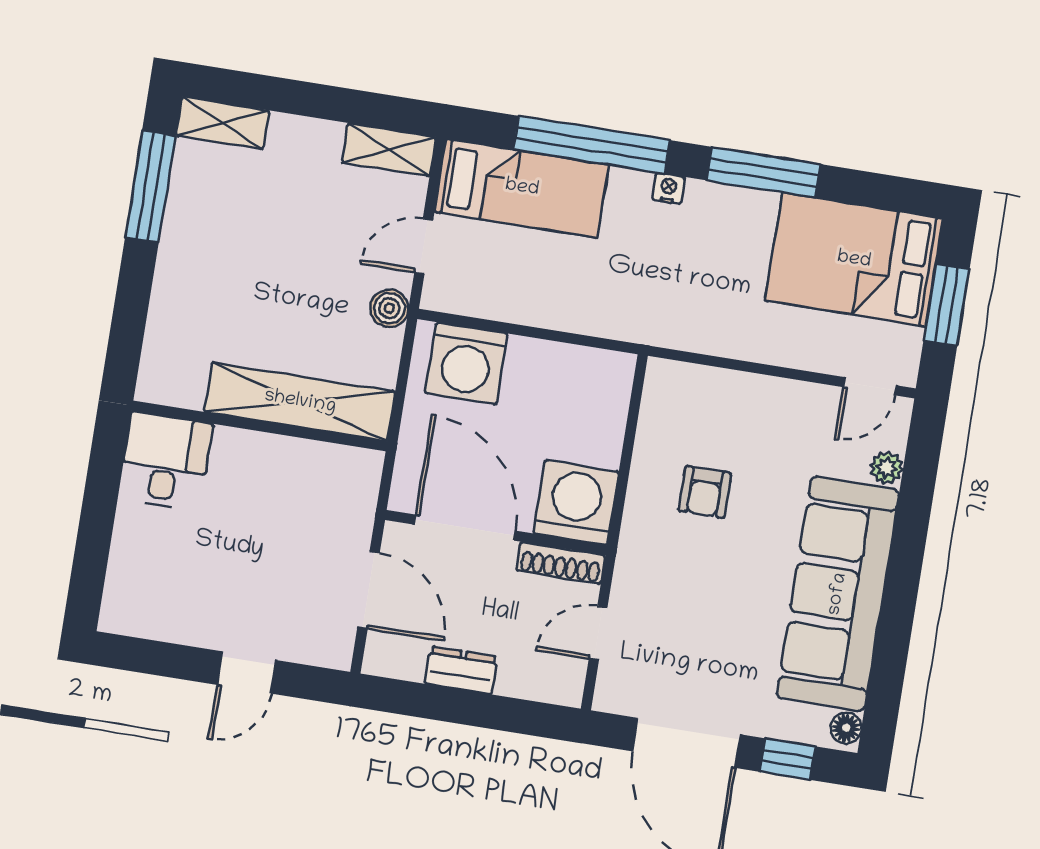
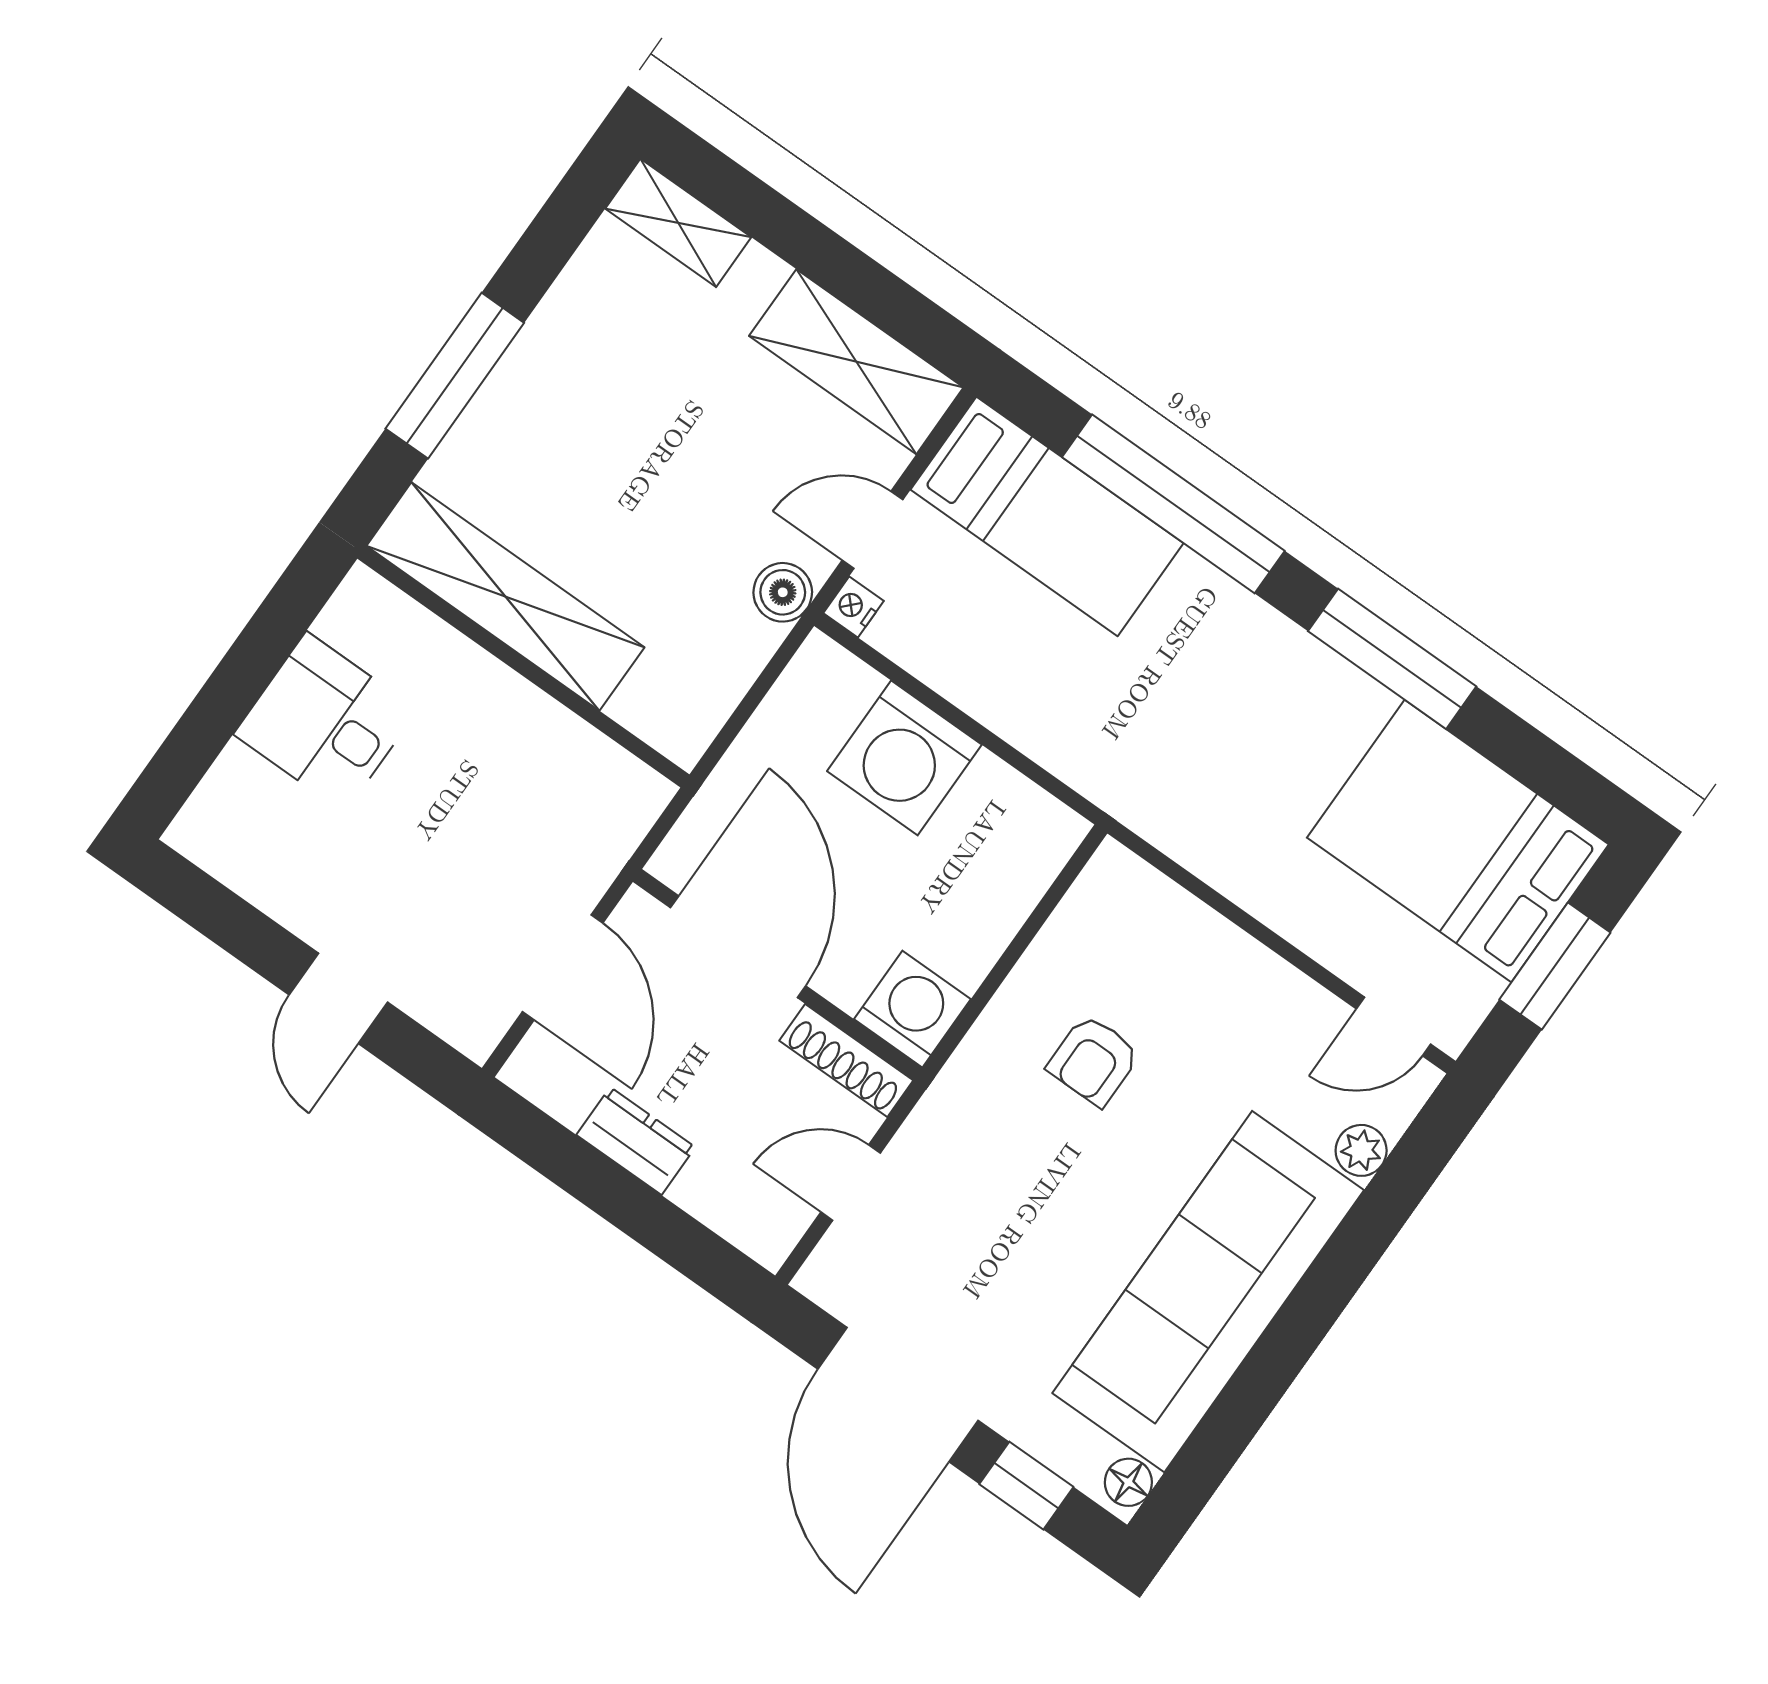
shelving: (389, 150) -> (856, 362), width x1.50, depth x1.33
window: (150, 187) -> (455, 376), moved
nightstand: (669, 188) -> (854, 607), moved, turned -90
washing machine: (466, 363) -> (904, 758), moved
shelving: (300, 402) -> (505, 597), moved
desk: (165, 461) -> (326, 722), moved, turned -90
washing machine: (576, 502) -> (912, 1009), width x0.73, depth x0.73
door: (247, 672) -> (338, 998), hinge flipped

